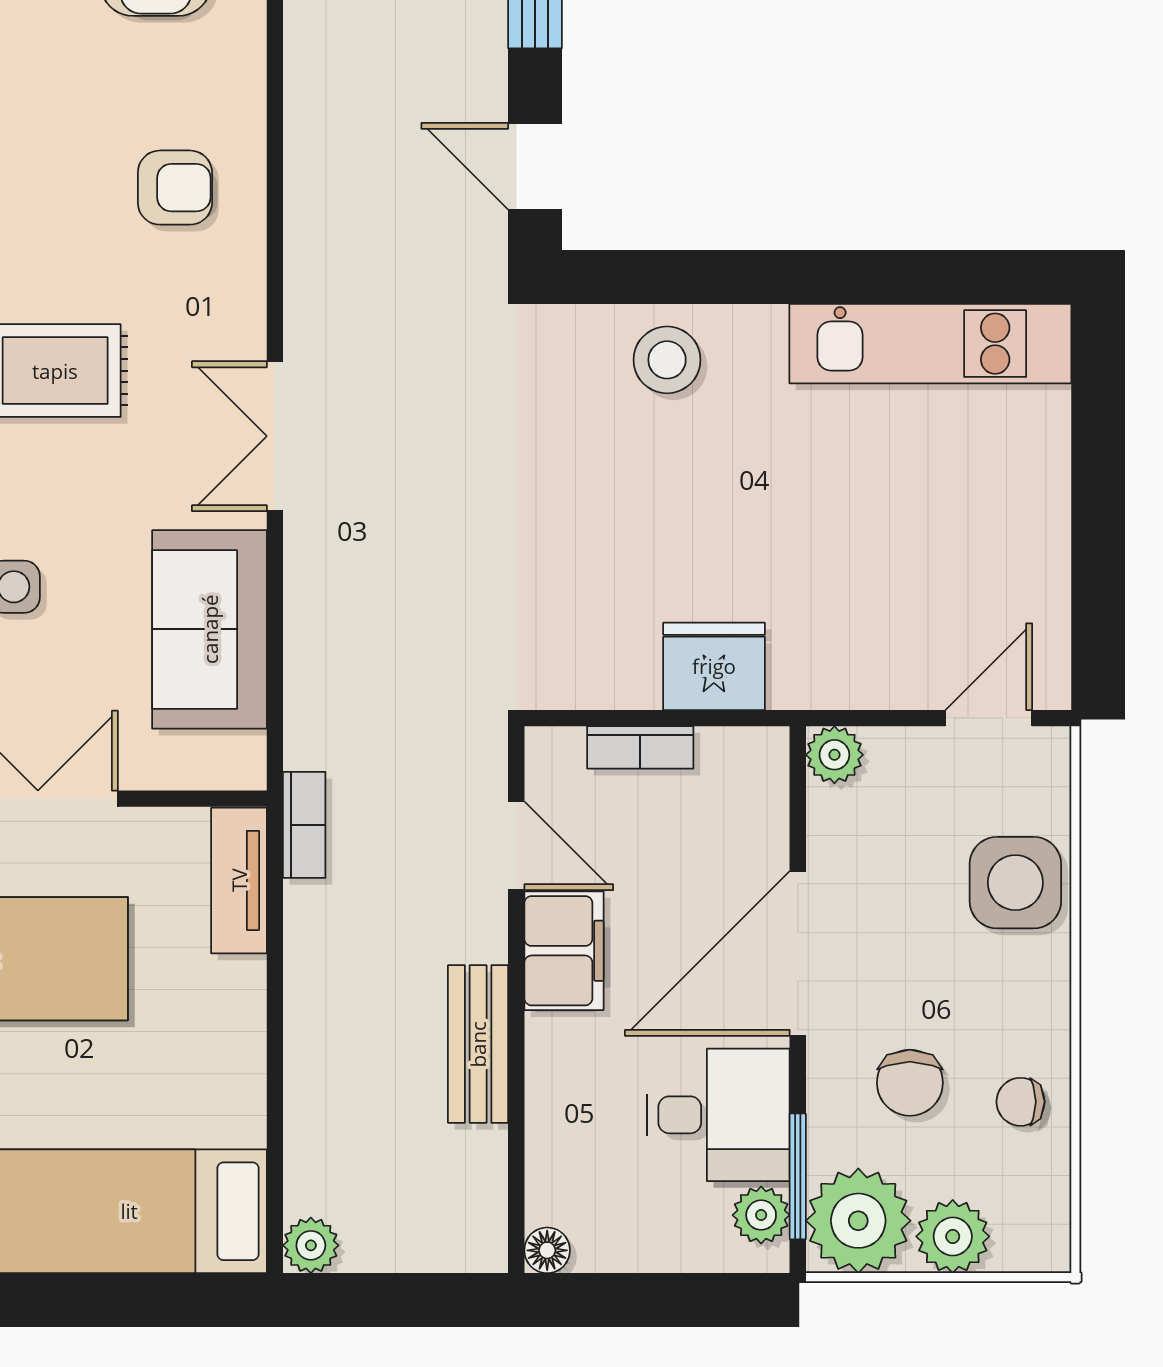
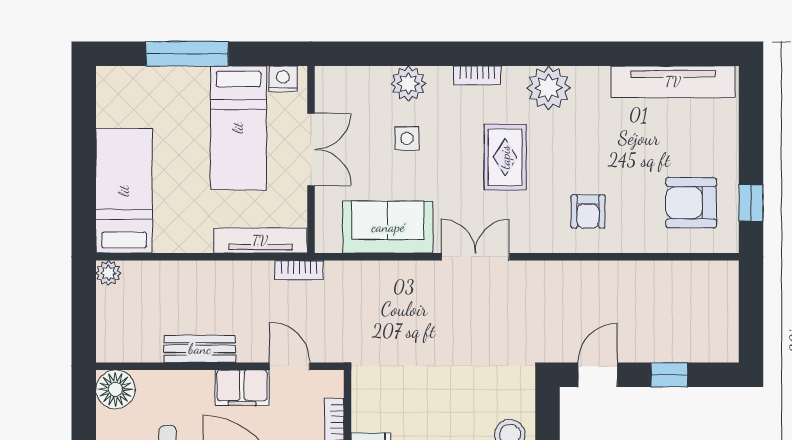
door: (516, 846) -> (290, 366), swing flipped
tv unit: (239, 880) -> (260, 241), width x1.41
floor lamp: (547, 1250) -> (115, 389), width x1.89, depth x1.89

